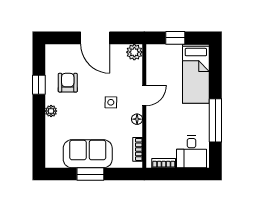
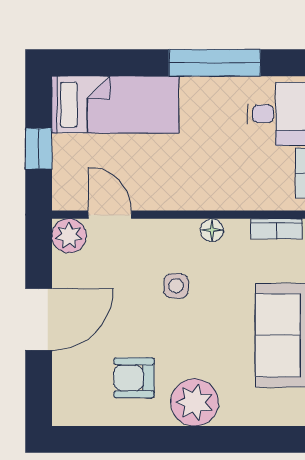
window: (39, 85) -> (138, 439), removed
door: (144, 95) -> (110, 215), moved
plant: (51, 111) -> (195, 402), width x1.88, depth x1.88

